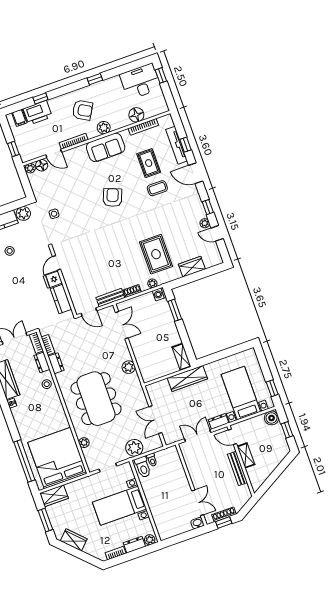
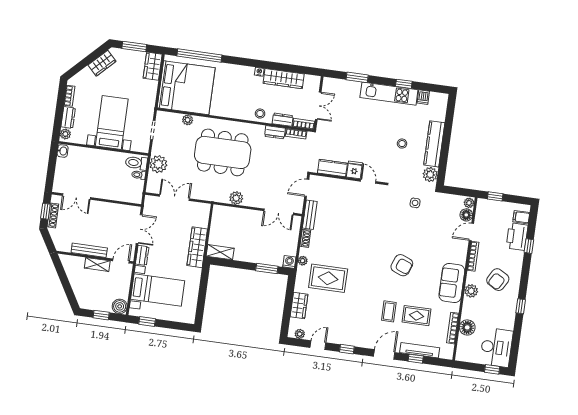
plant: (205, 223) -> (300, 334), moved
washbasin: (197, 523) -> (63, 151), moved

